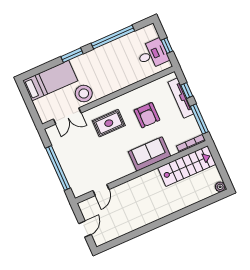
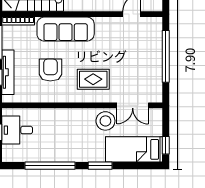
window: (26, 95) -> (166, 145), added
double door: (67, 116) -> (133, 105), swing flipped
sofa: (149, 154) -> (66, 29), width x1.36

